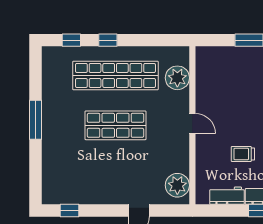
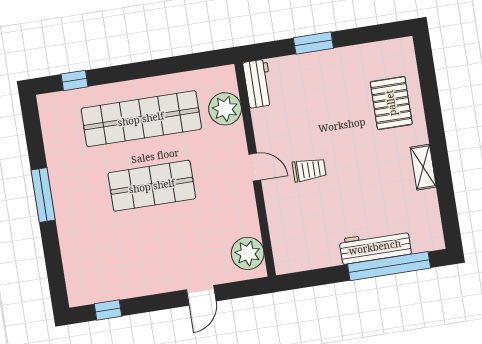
window: (108, 40) -> (124, 73), removed
trolley: (243, 154) -> (309, 170), moved, turned 180
workbench: (227, 196) -> (258, 84), moved, turned 90

